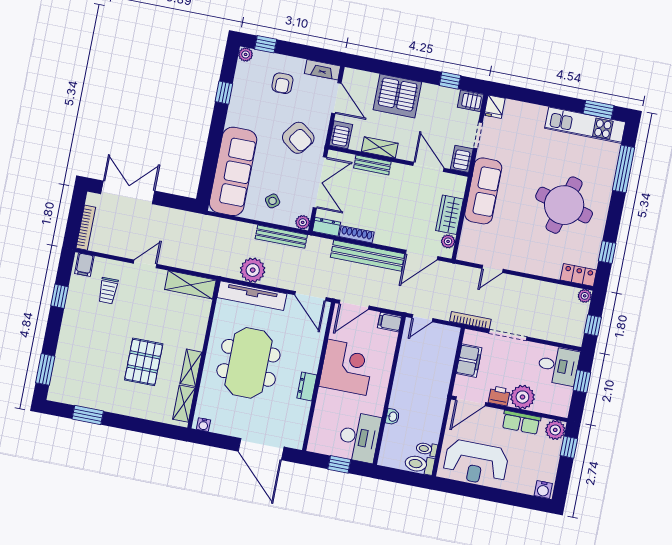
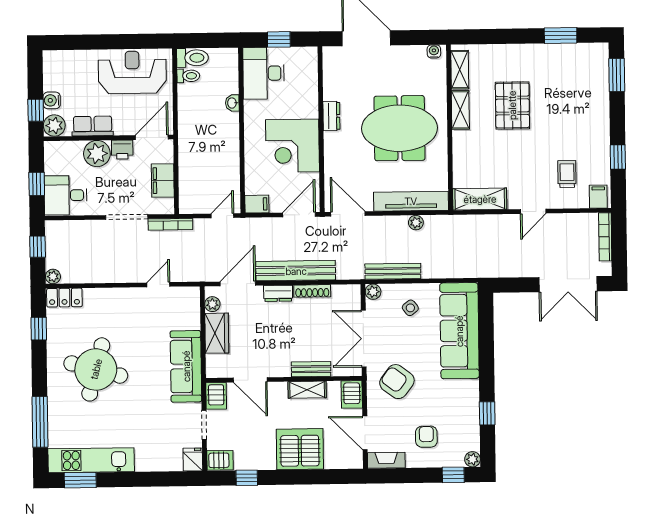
dresser: (326, 227) -> (278, 293), moved
plant: (253, 270) -> (416, 223), width x0.53, depth x0.53
meeting table: (248, 363) -> (400, 128), turned 90
water cooler: (543, 490) -> (52, 100), moved, turned -90

